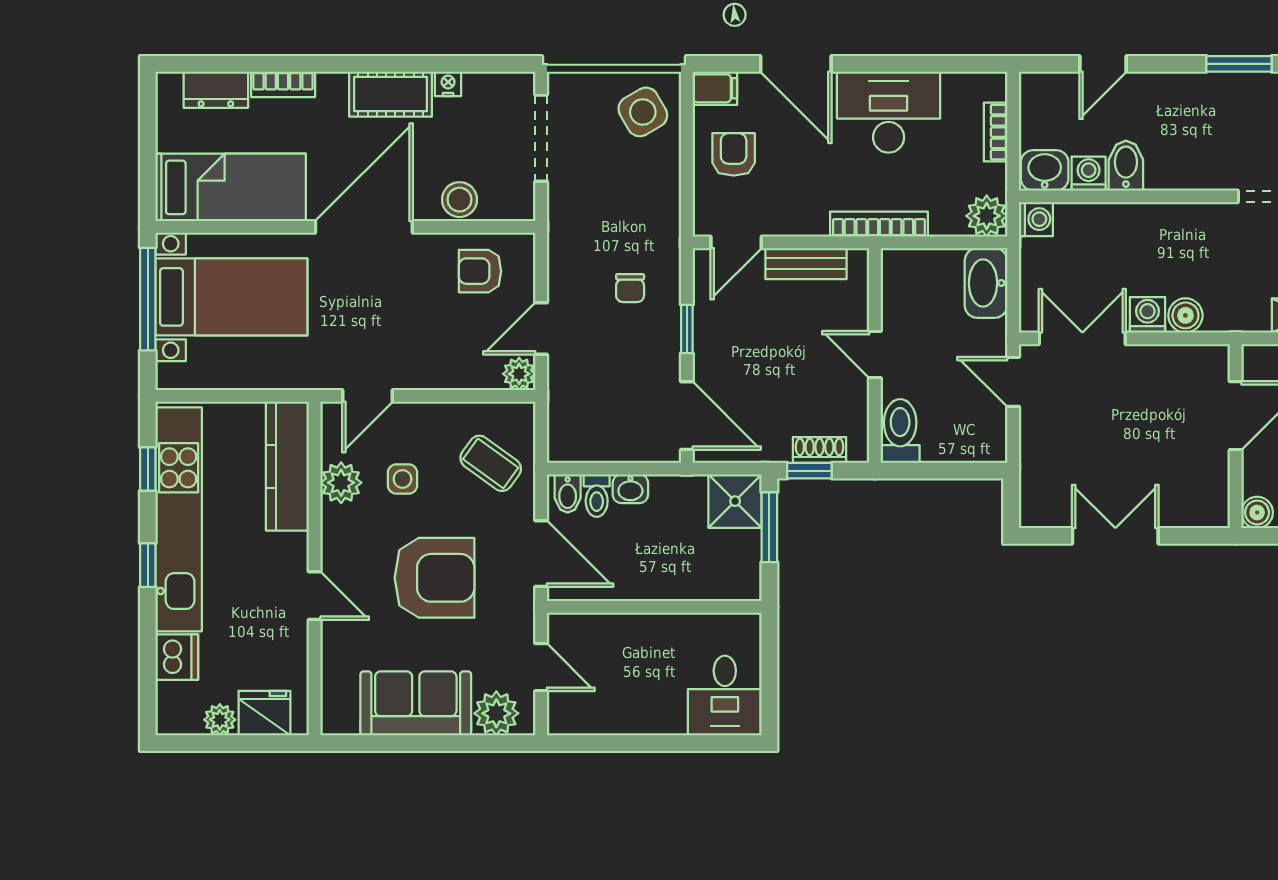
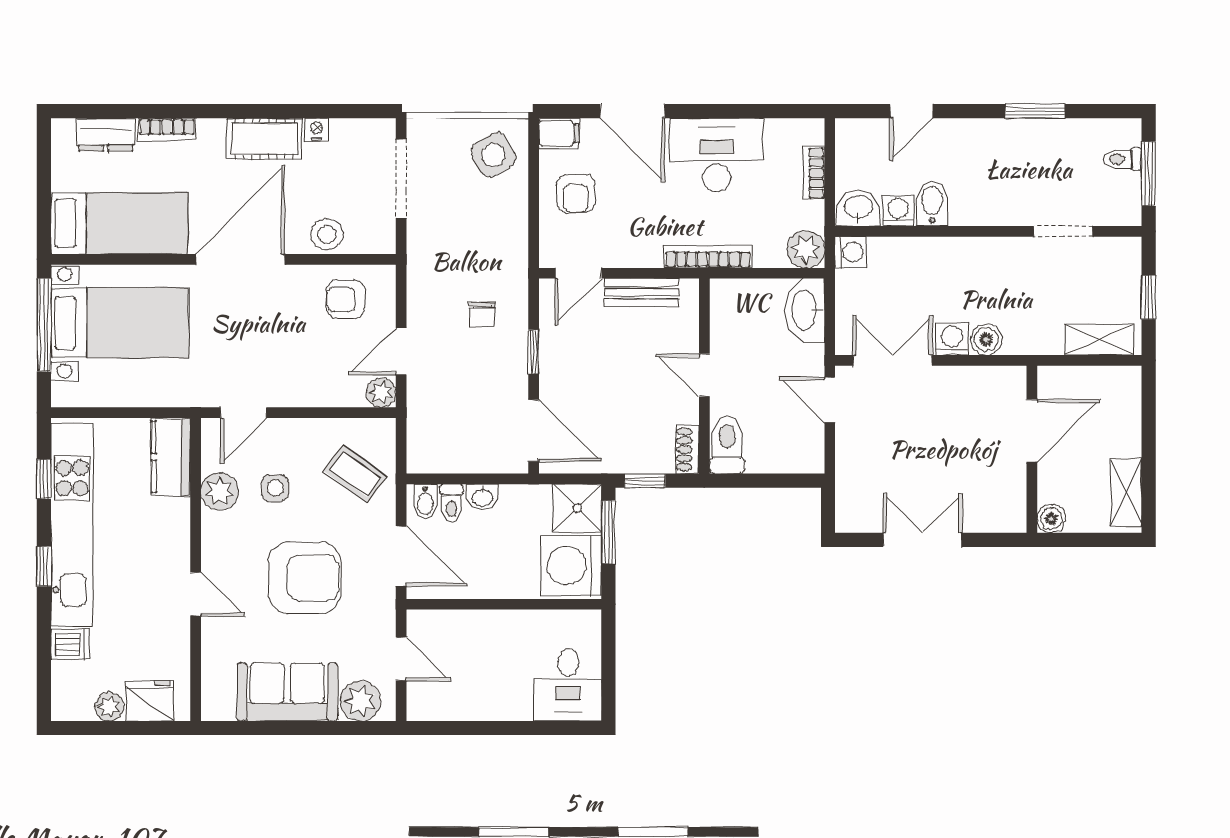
armchair: (734, 154) -> (576, 193), turned 180
shoe rack: (819, 450) -> (687, 449), moved, turned -90
kitchen counter: (287, 466) -> (171, 457), width x0.67
washing machine: (728, 564) -> (571, 565), added
dishwasher: (177, 657) -> (70, 644), width x0.73

